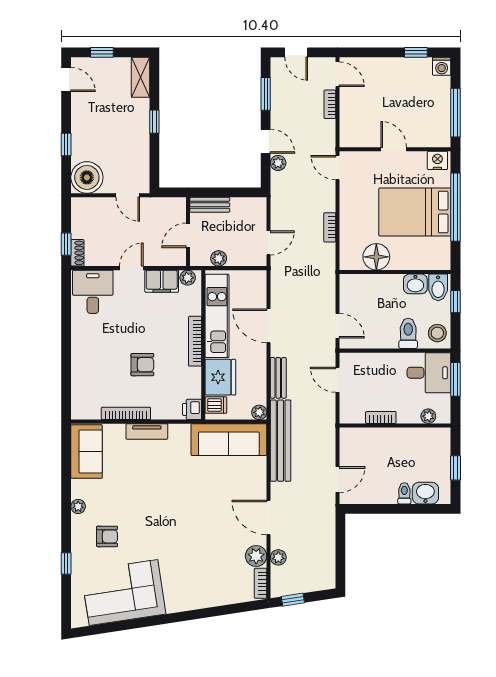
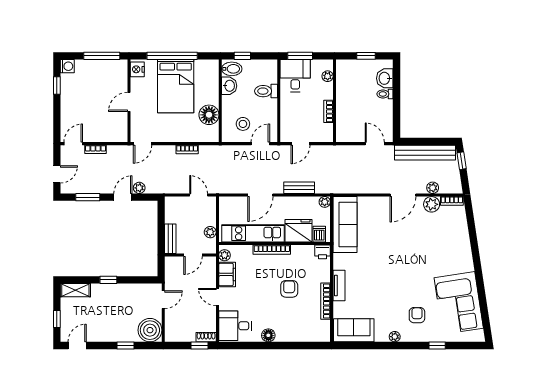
door: (188, 235) -> (193, 255), hinge flipped
stool: (437, 333) -> (243, 124), moved
floor lamp: (80, 337) -> (268, 335), added
bench: (281, 441) -> (425, 153), moved
window: (293, 600) -> (462, 161), moved

